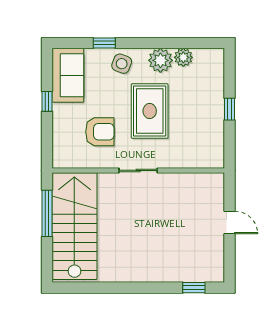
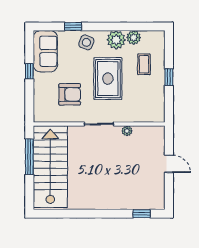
coffee table: (197, 92) -> (144, 64), added
plant: (175, 179) -> (127, 131), added

